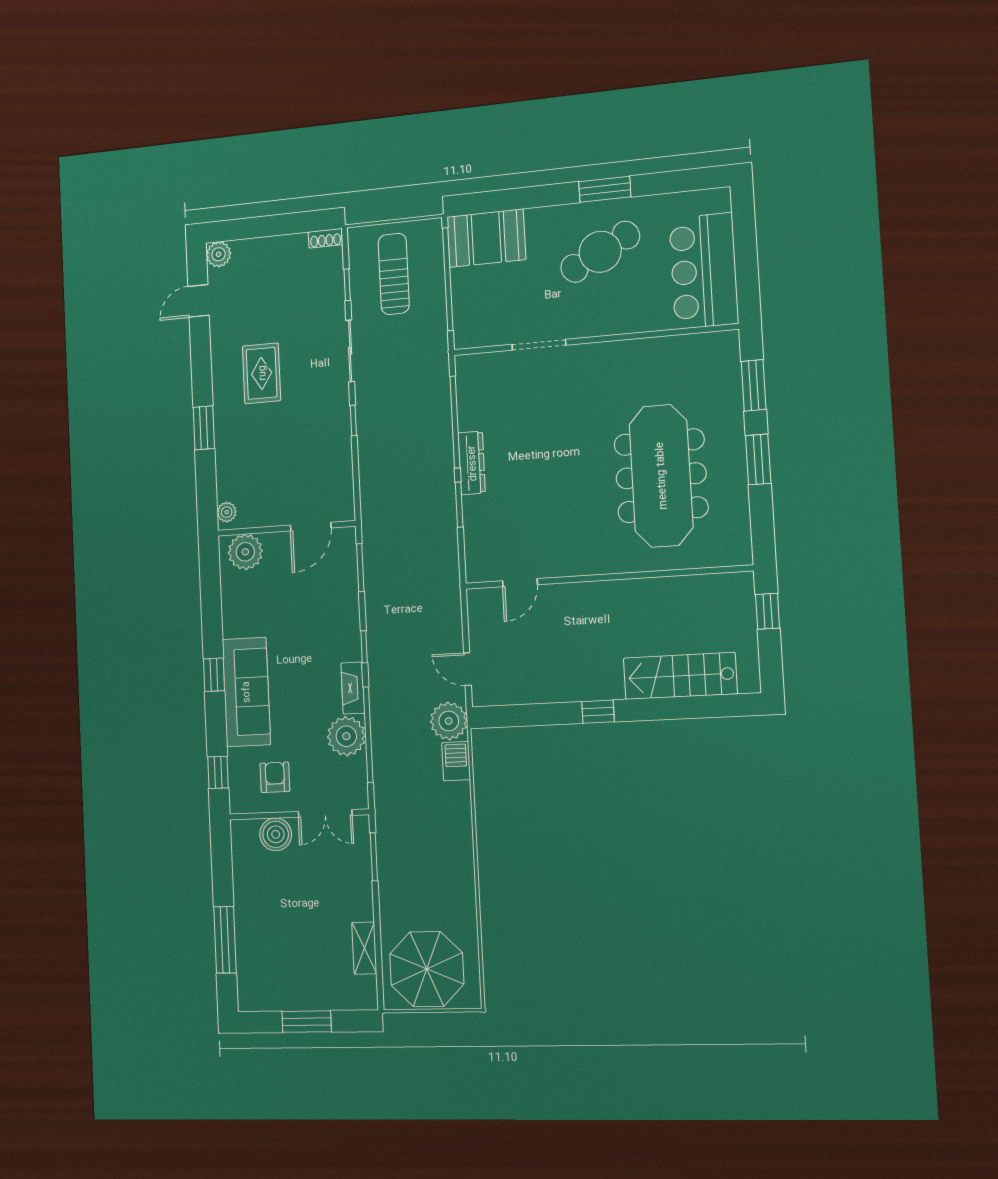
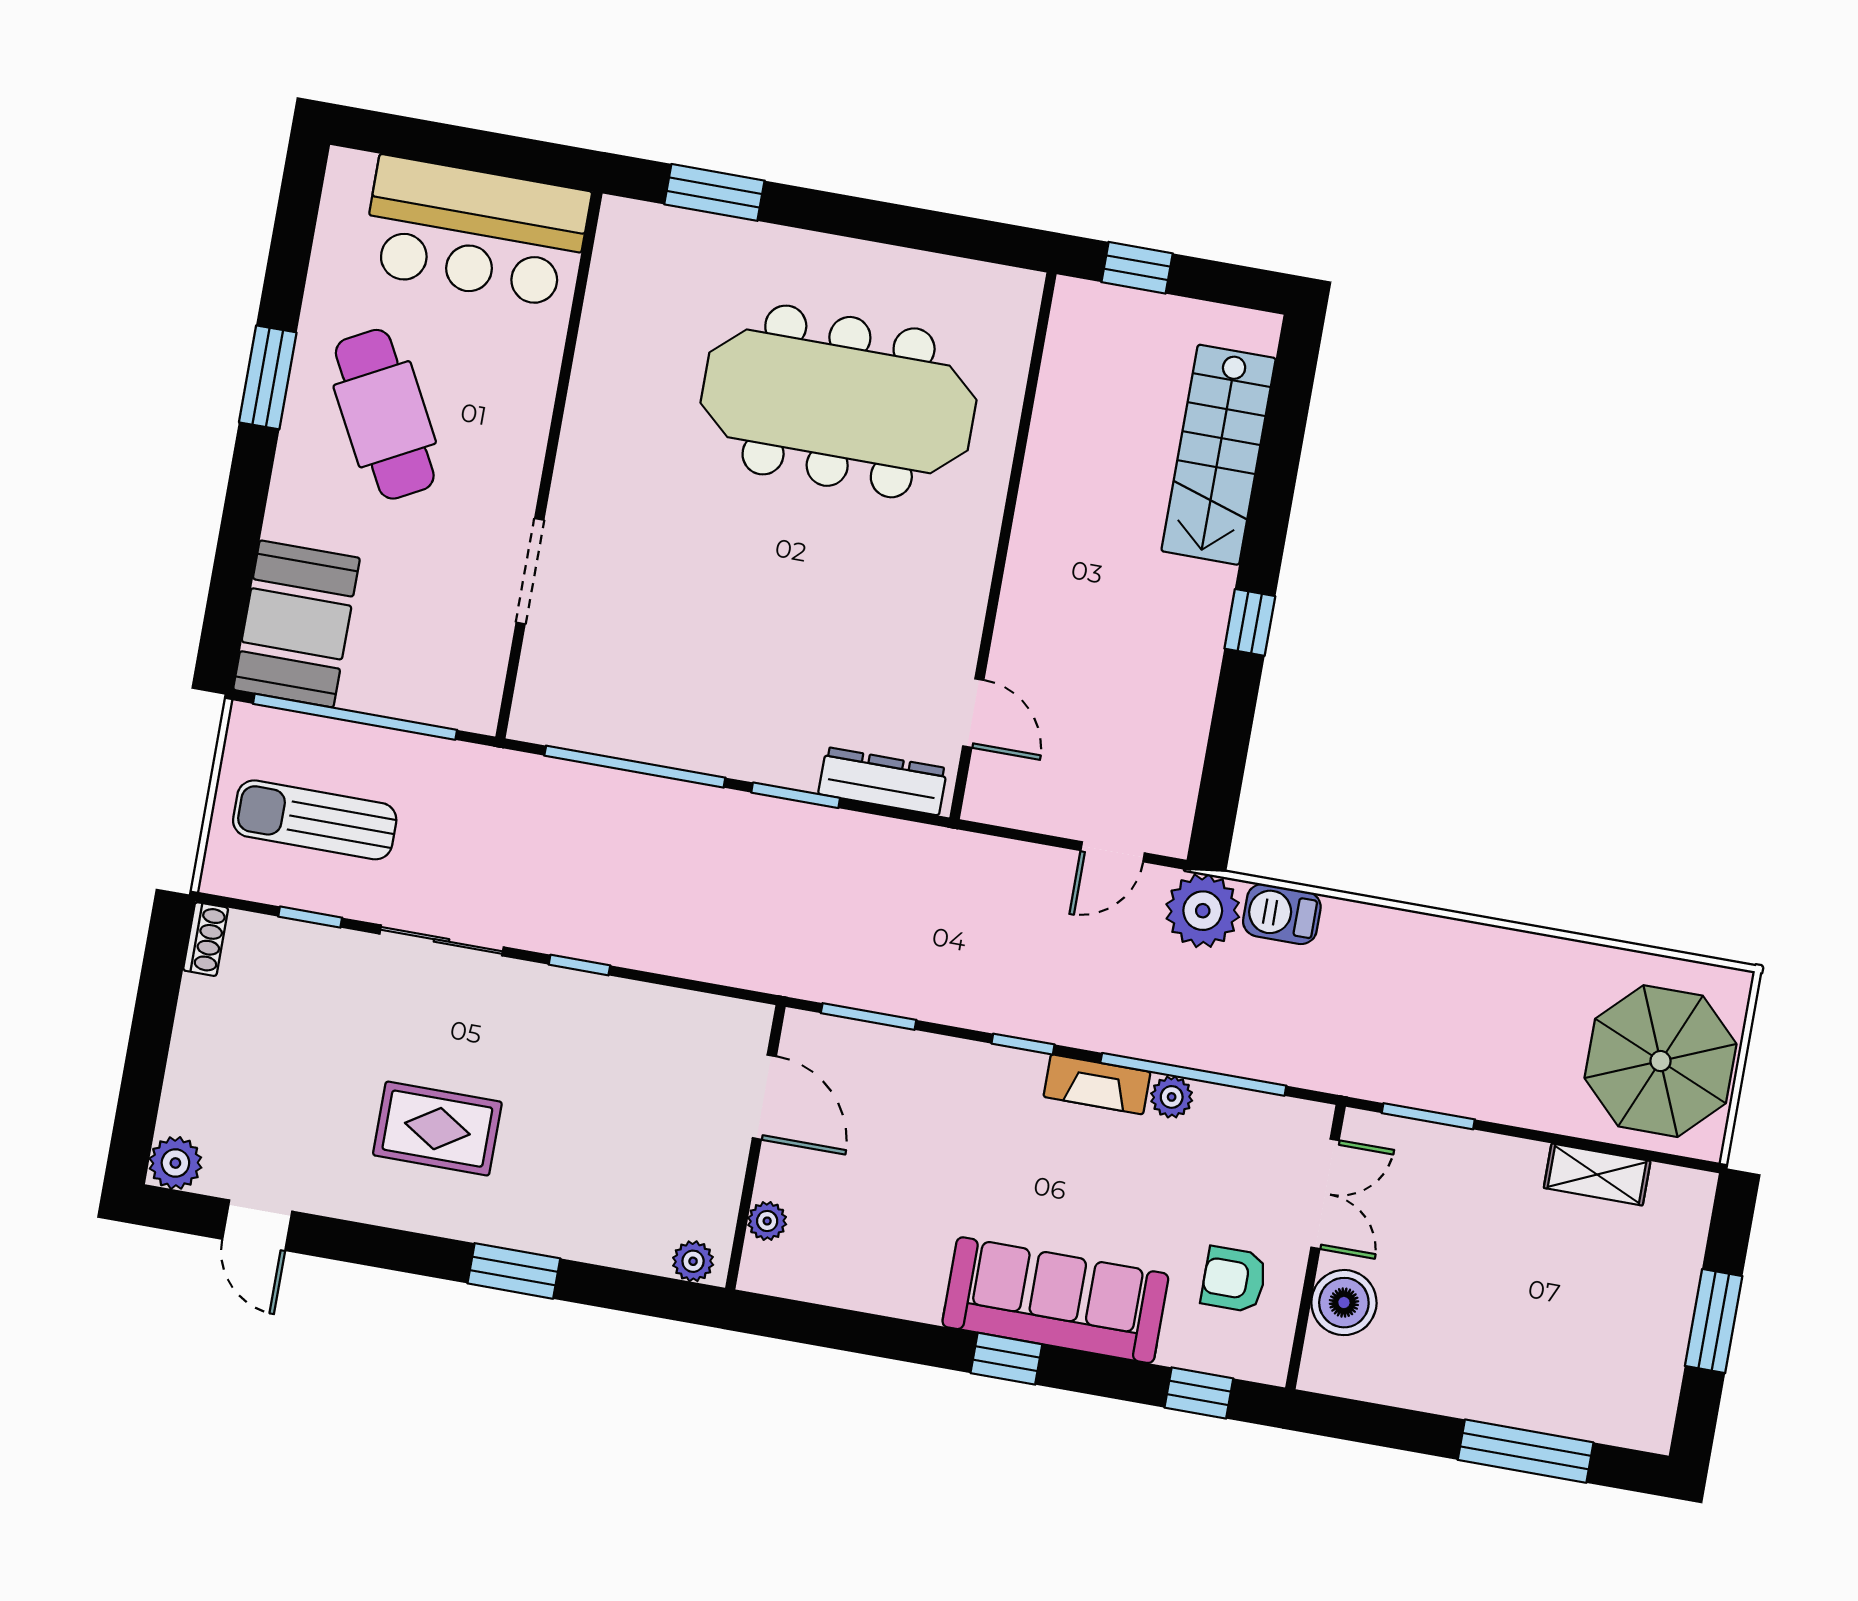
window: (758, 459) -> (854, 217), removed
dresser: (472, 463) -> (883, 781), moved
plant: (245, 552) -> (767, 1221), width x0.53, depth x0.53
plant: (346, 736) -> (1172, 1097), width x0.53, depth x0.53

